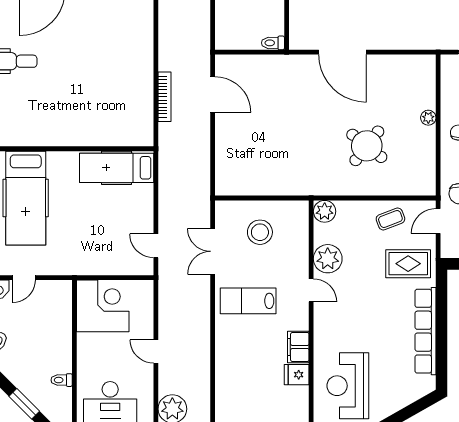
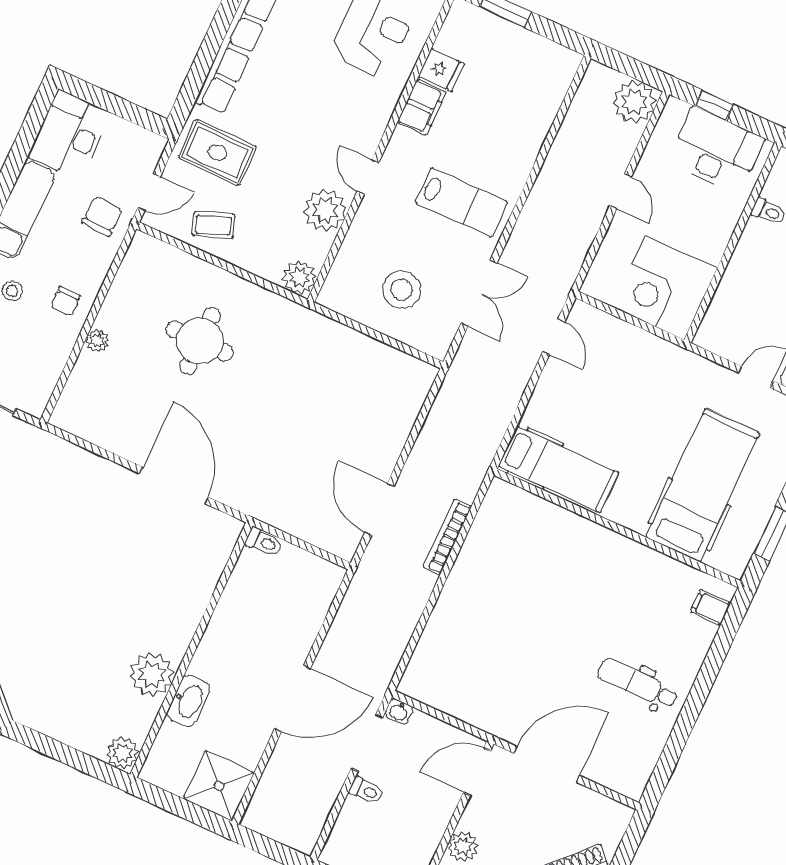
round table: (367, 146) -> (200, 341), turned -38

